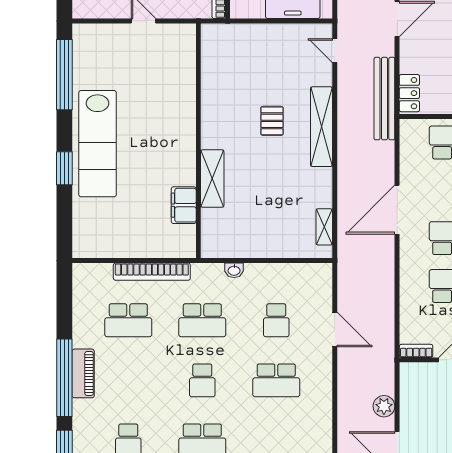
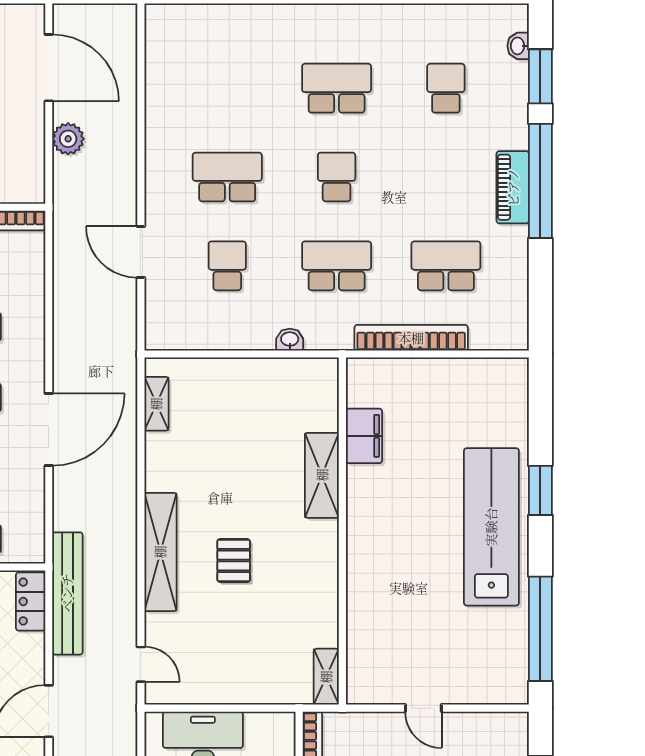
shelving: (209, 42) -> (326, 677), added

